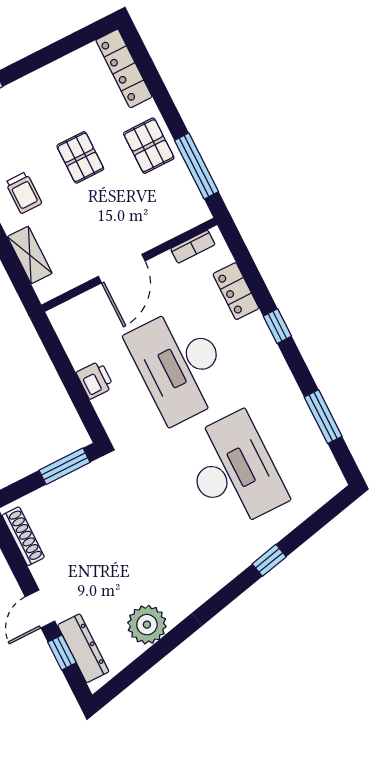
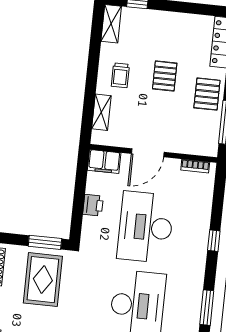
locker: (236, 291) -> (203, 206), removed
filing cabinet: (73, 315) -> (104, 161), added
rug: (92, 515) -> (43, 280), added

